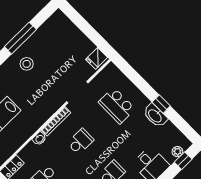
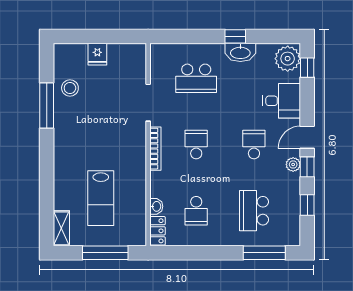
fridge: (97, 58) -> (97, 54), moved
stool: (27, 64) -> (70, 88), moved
washbasin: (39, 139) -> (156, 206), moved
plant: (177, 152) -> (288, 59), width x1.88, depth x1.88

